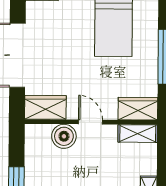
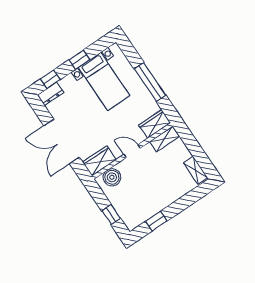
boiler: (64, 136) -> (112, 177), moved

